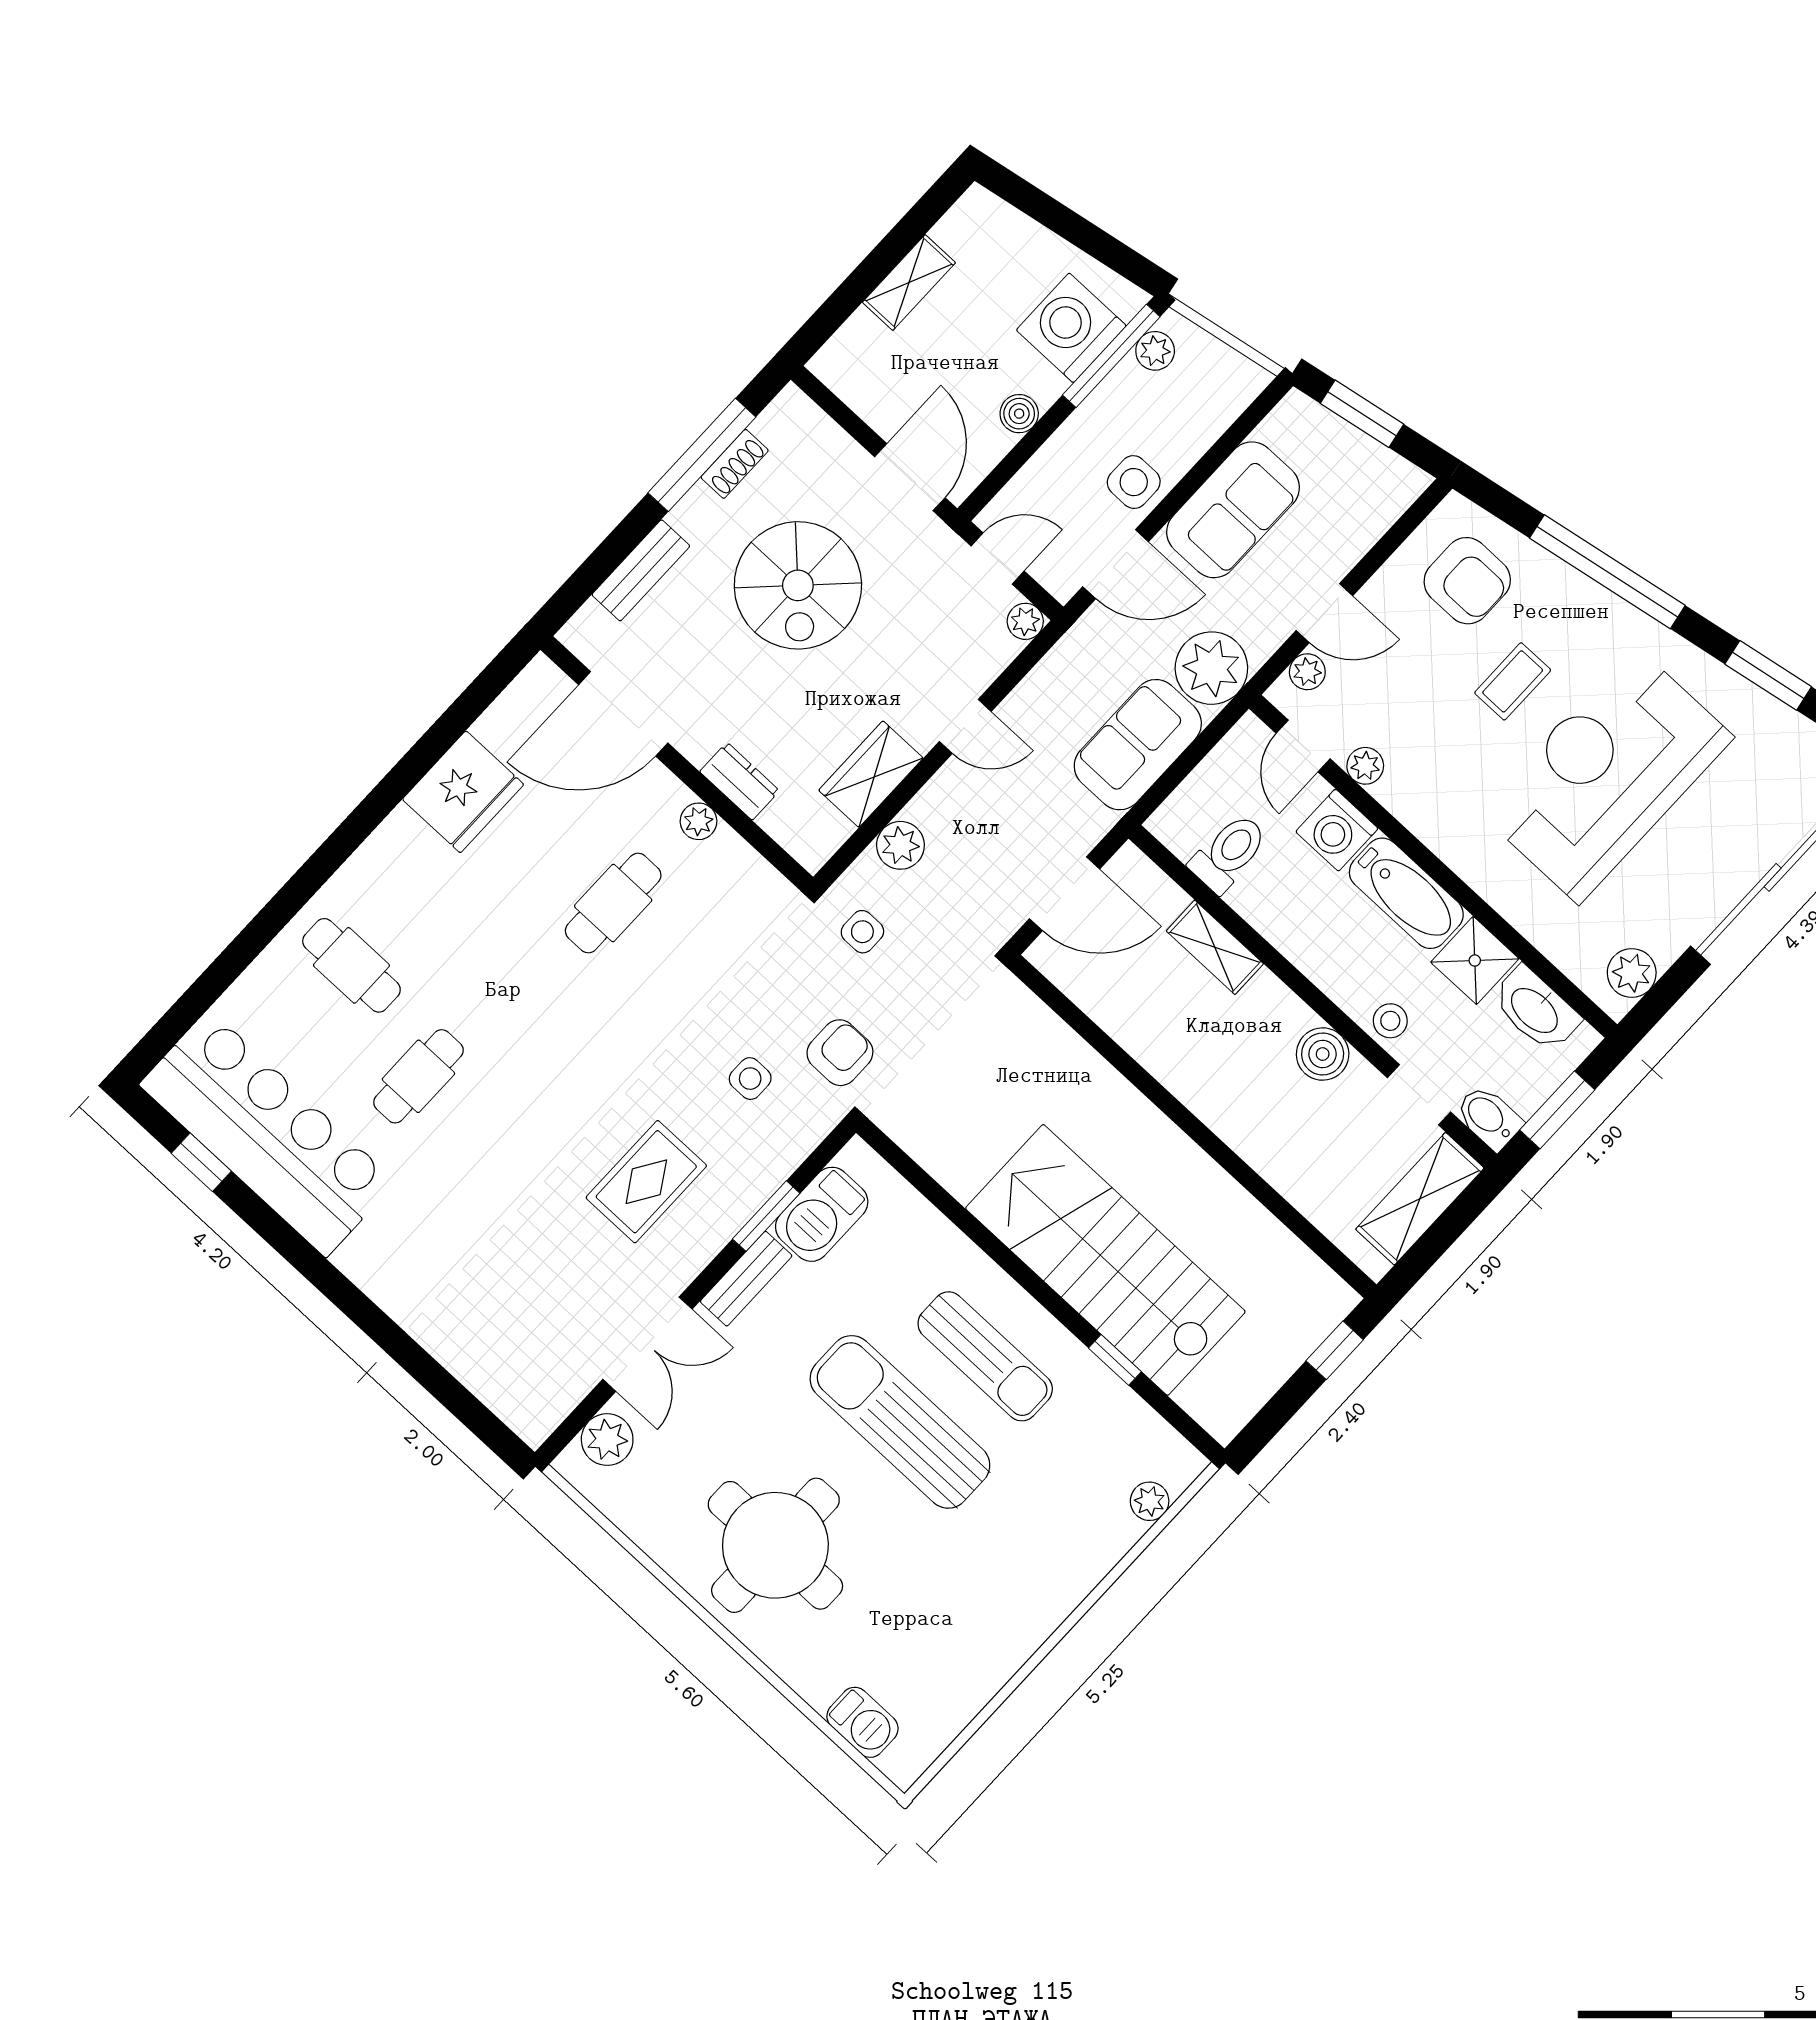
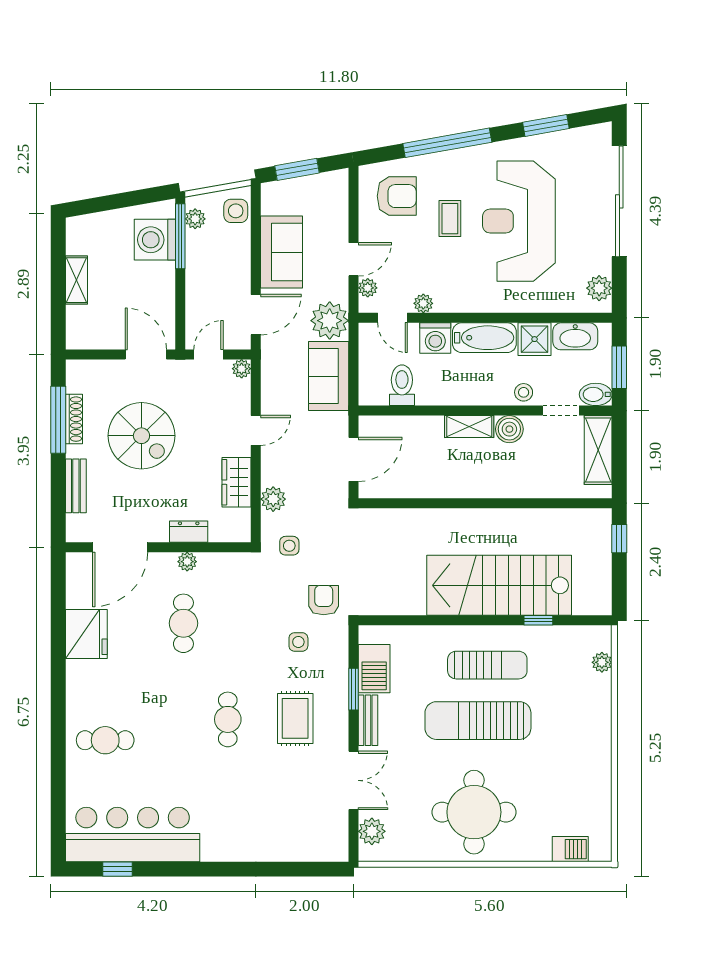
boiler: (1019, 414) -> (165, 291), removed
shoe rack: (735, 464) -> (74, 419), width x1.43
side table: (1134, 482) -> (236, 211), moved
shelving: (1215, 947) -> (469, 426), moved
cafe table: (418, 1076) -> (228, 719), moved

